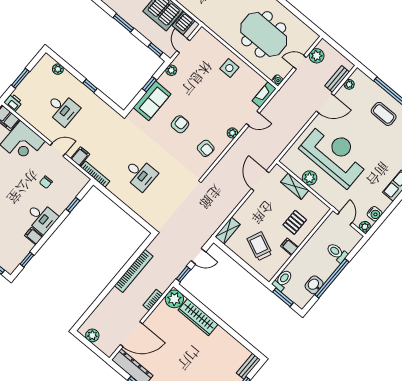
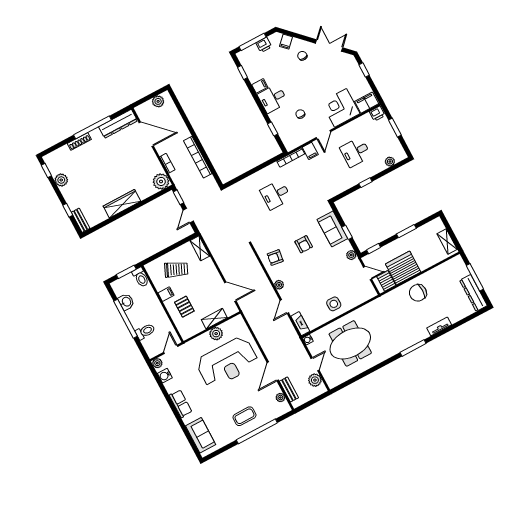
door: (345, 219) -> (171, 349), swing flipped
wardrobe: (198, 317) -> (122, 204), moved
door: (131, 334) -> (146, 134), swing flipped

